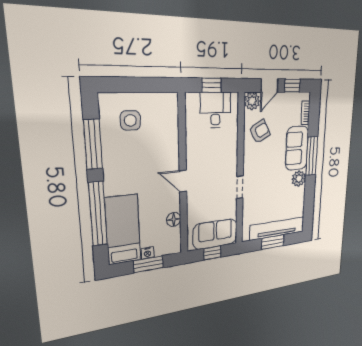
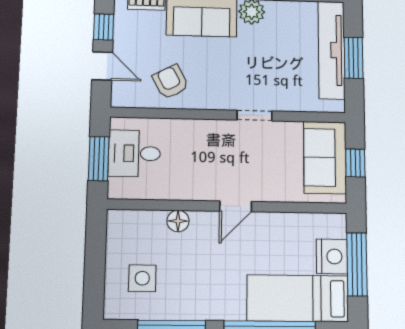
window: (211, 85) -> (99, 159), width x1.50
plant: (252, 101) -> (124, 95), removed
floor lamp: (174, 219) -> (178, 221), moved
nightstand: (148, 253) -> (332, 256), width x1.89, depth x1.79
window: (148, 264) -> (357, 264), width x1.44

